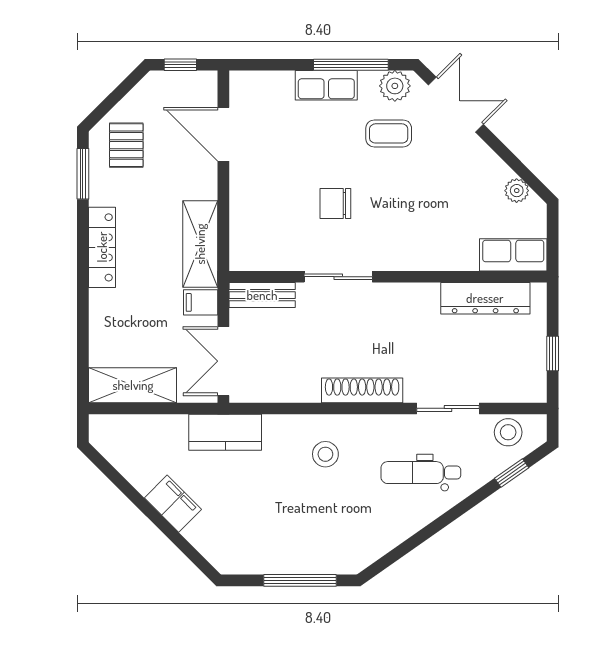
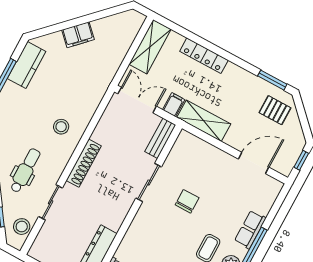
locker: (102, 247) -> (204, 56), moved
kitchen counter: (225, 432) -> (27, 65), moved, turned 180

